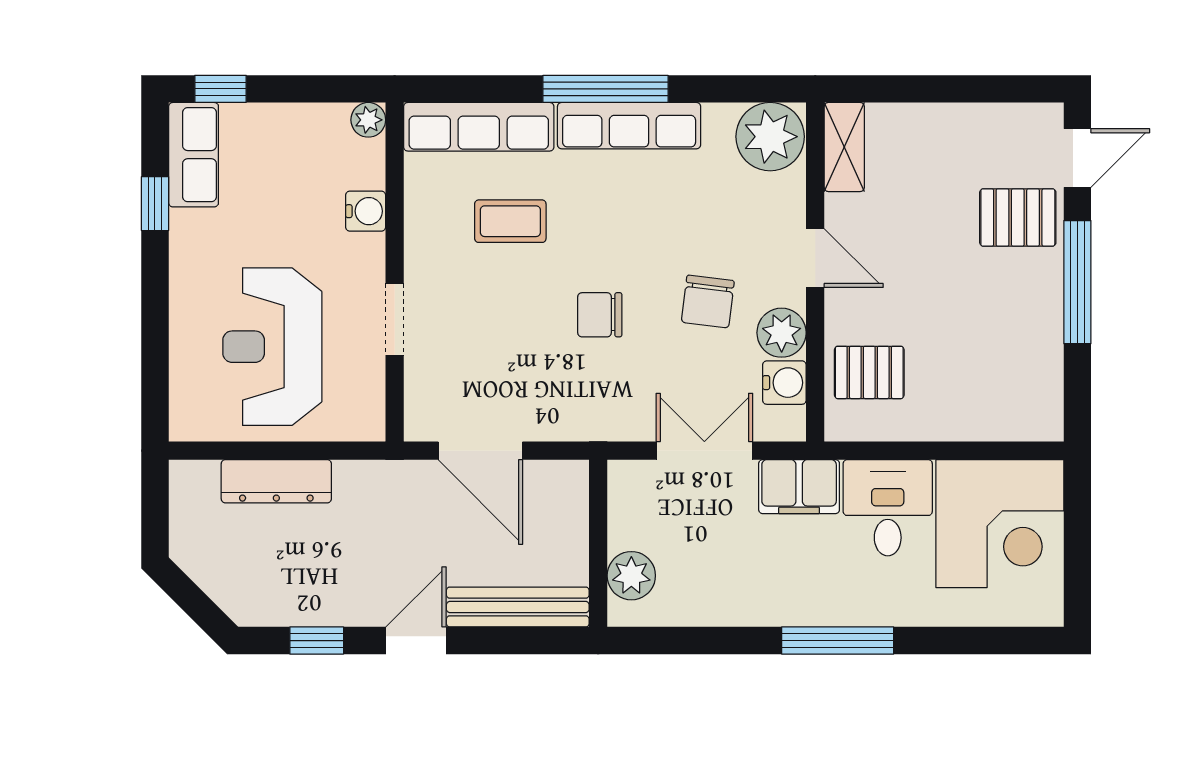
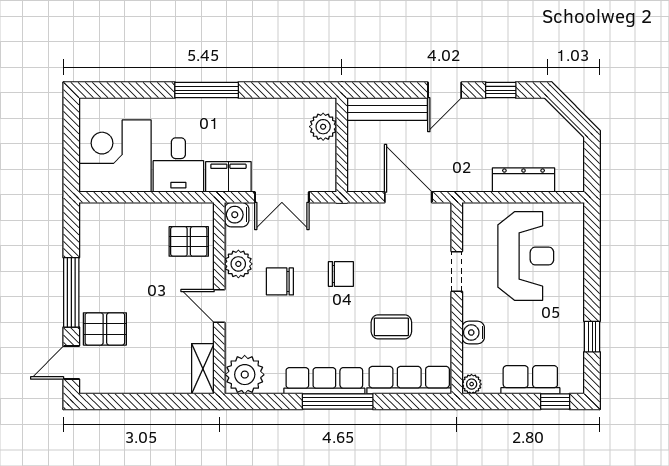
row of seats: (194, 155) -> (530, 380), moved, turned 90
chair: (708, 302) -> (280, 281), turned -97
water cooler: (784, 383) -> (237, 215), moved

